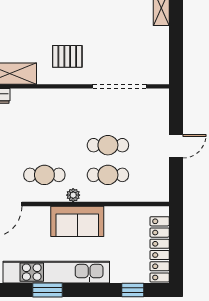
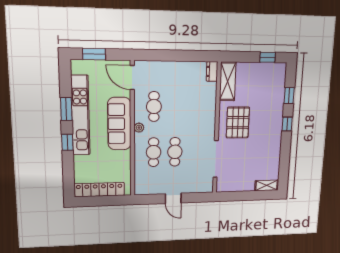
pallet: (67, 56) -> (238, 123), width x1.50, depth x1.42
sofa: (77, 221) -> (119, 124), width x1.36
window: (133, 290) -> (67, 142), moved

